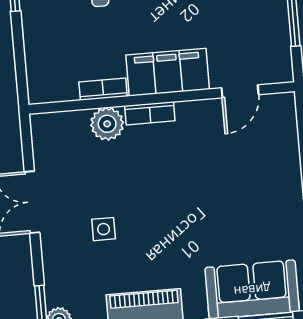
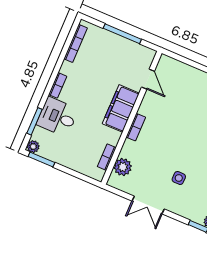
bookcase: (103, 89) -> (107, 157), moved
plant: (107, 124) -> (123, 167), moved

